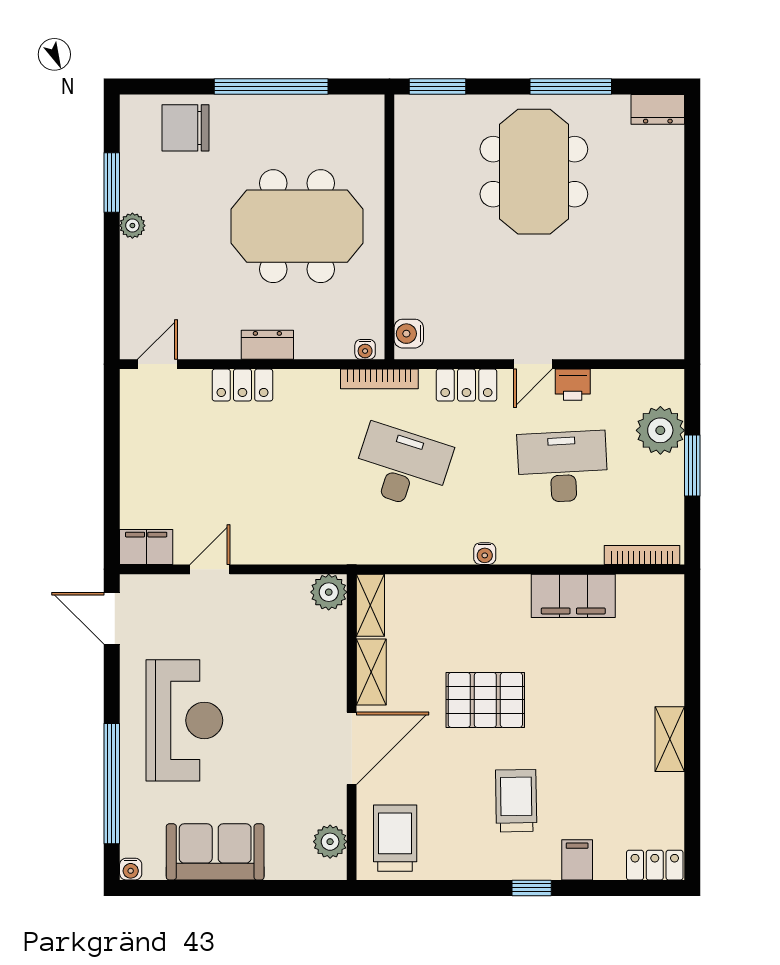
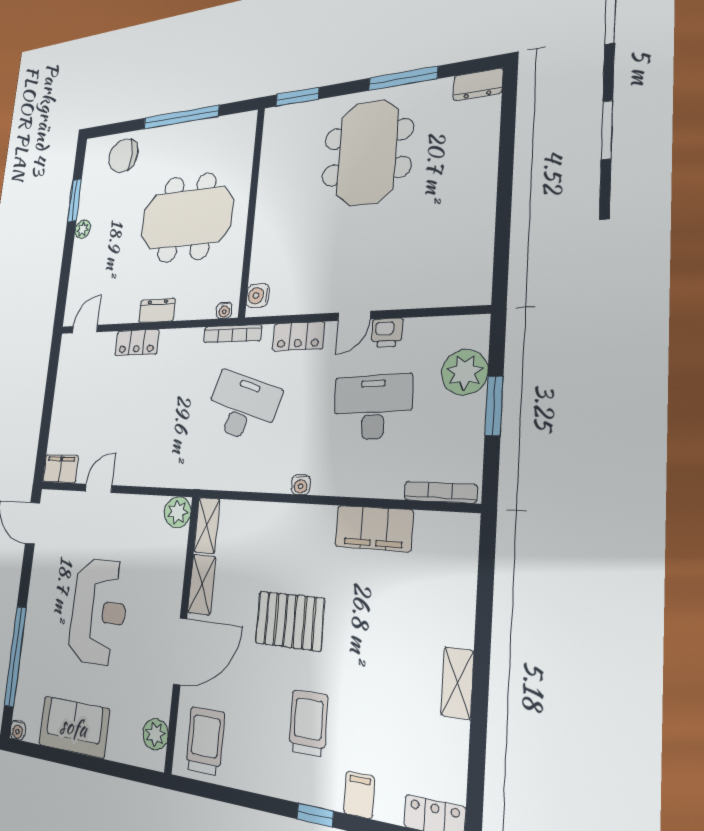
reception desk: (184, 720) -> (98, 612), moved

